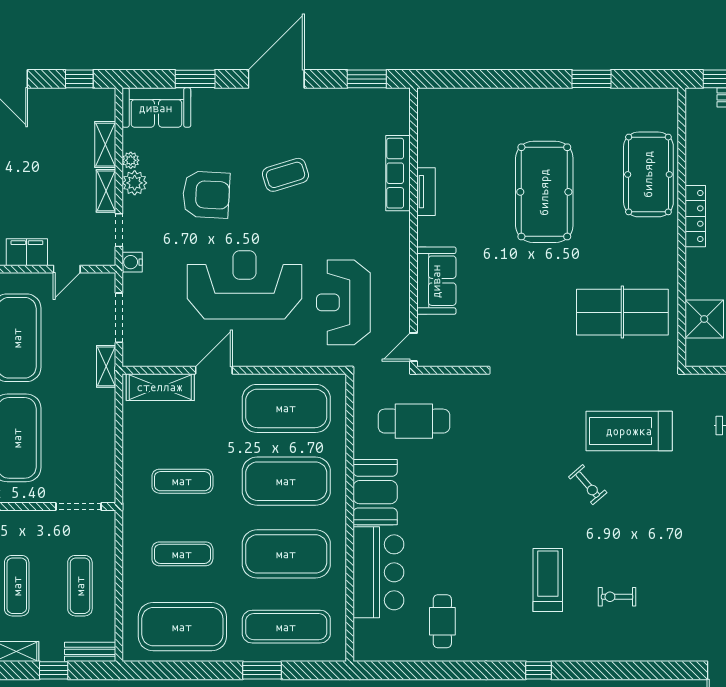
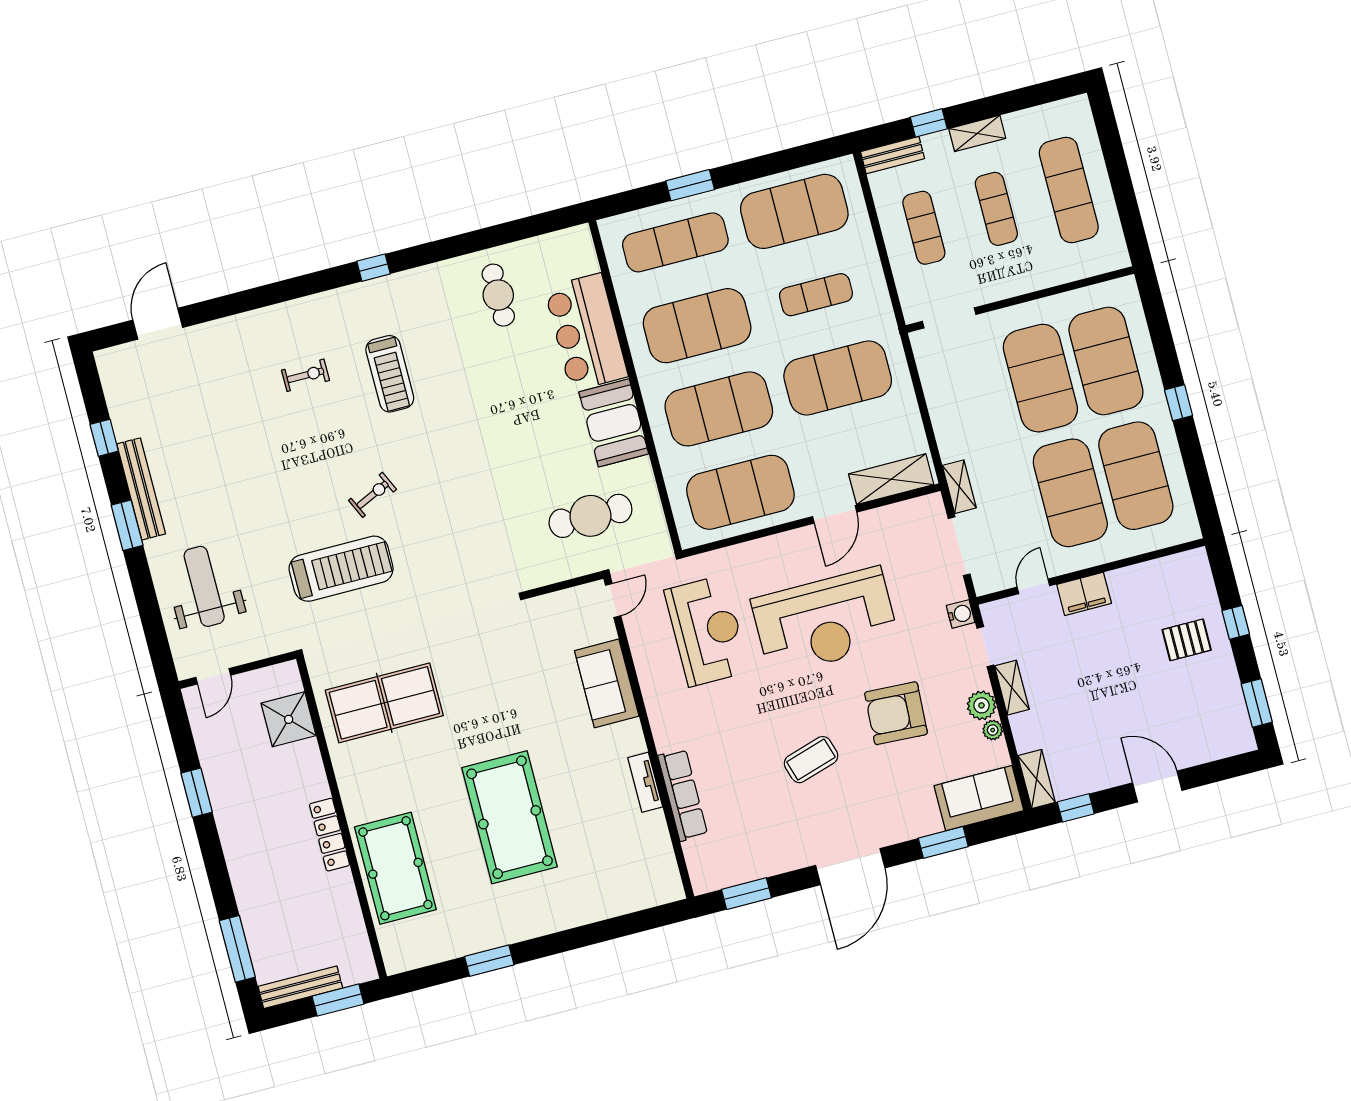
shelving: (105, 145) -> (1037, 779), moved
exercise mat: (182, 481) -> (838, 378), width x2.00, depth x1.45
exercise bike: (588, 485) -> (373, 495), turned 106

